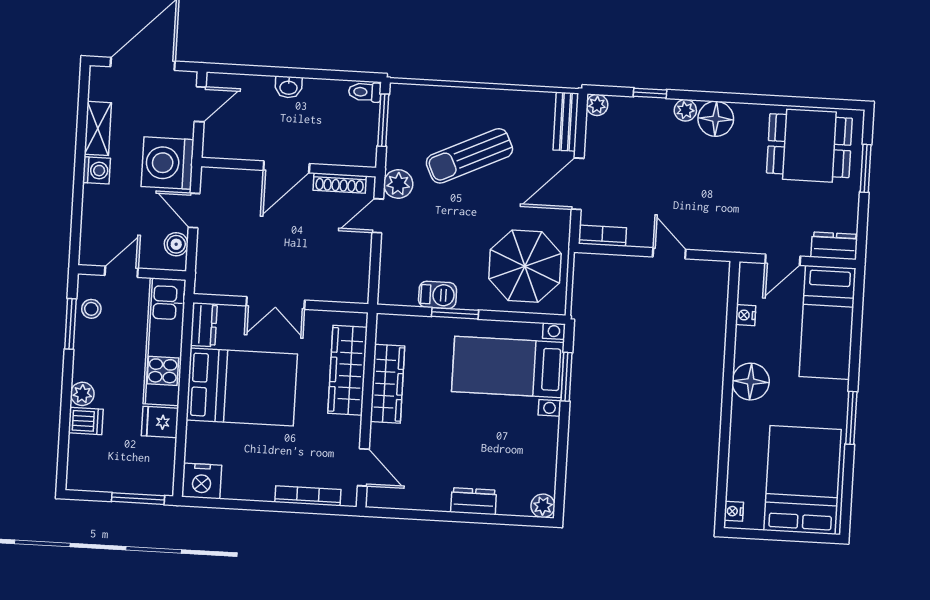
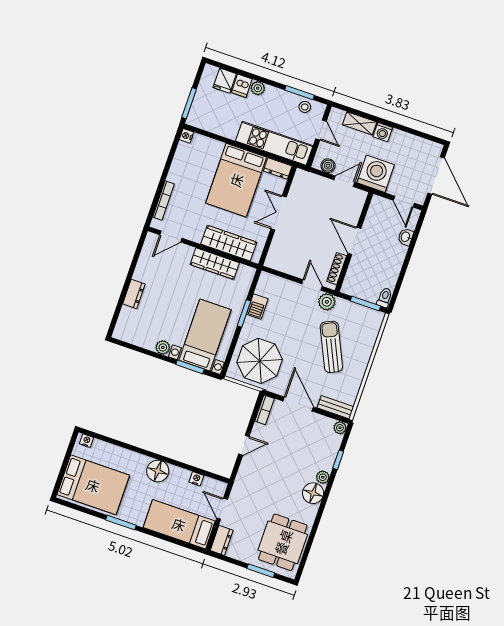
washbasin: (288, 87) -> (406, 237), moved
shelving: (98, 128) -> (360, 123), moved
fridge: (160, 422) -> (225, 81), moved, turned 180
nightstand: (202, 481) -> (186, 136), width x0.53, depth x0.56
plant: (543, 506) -> (163, 347), moved

